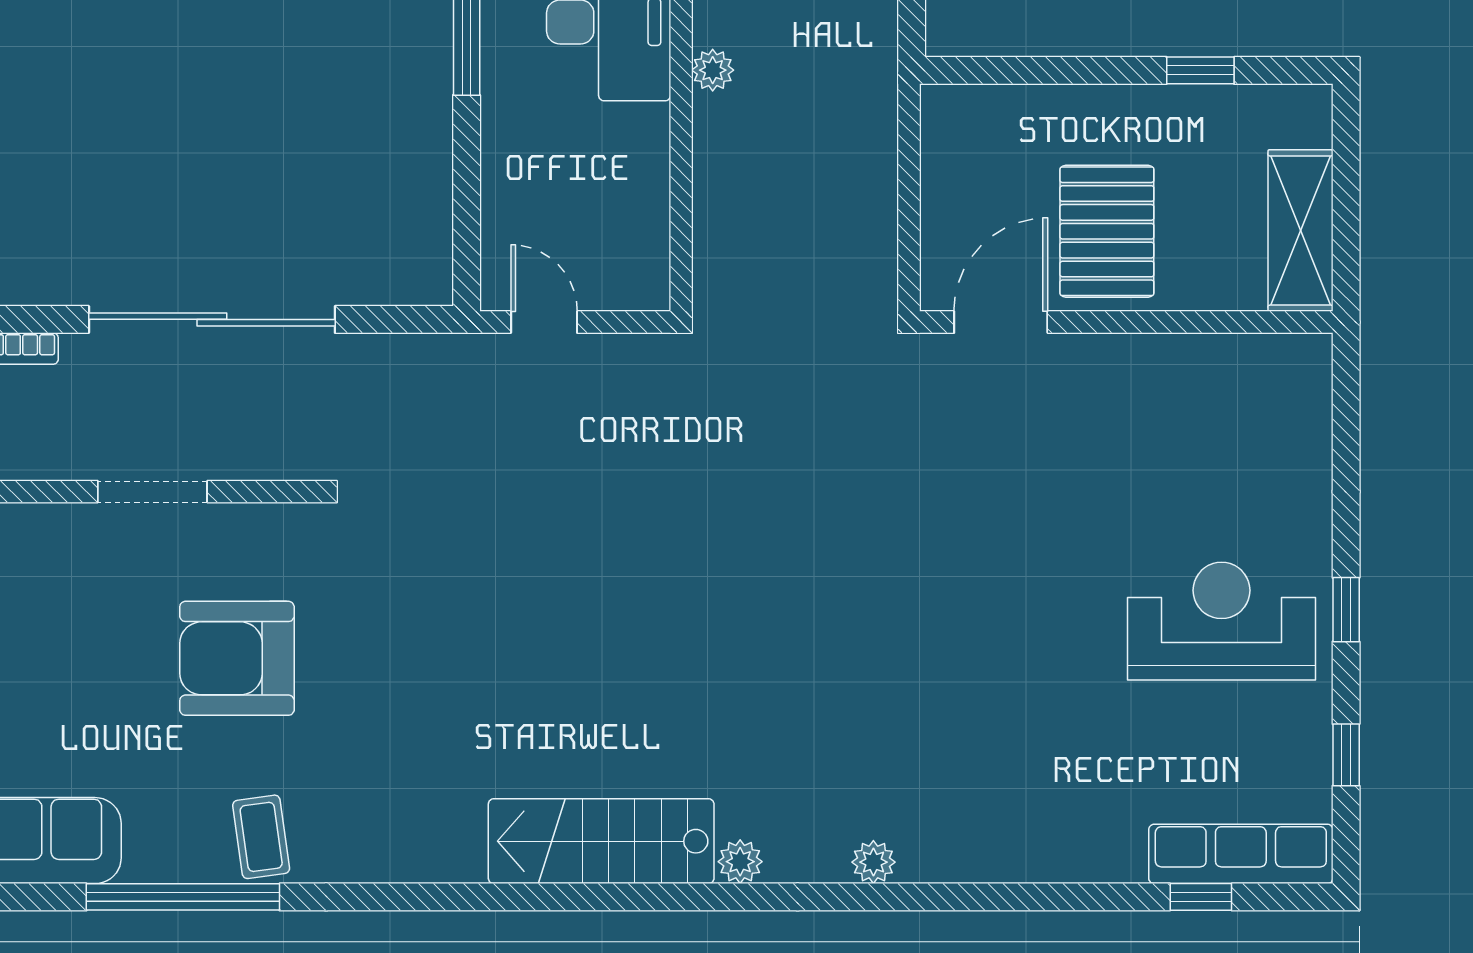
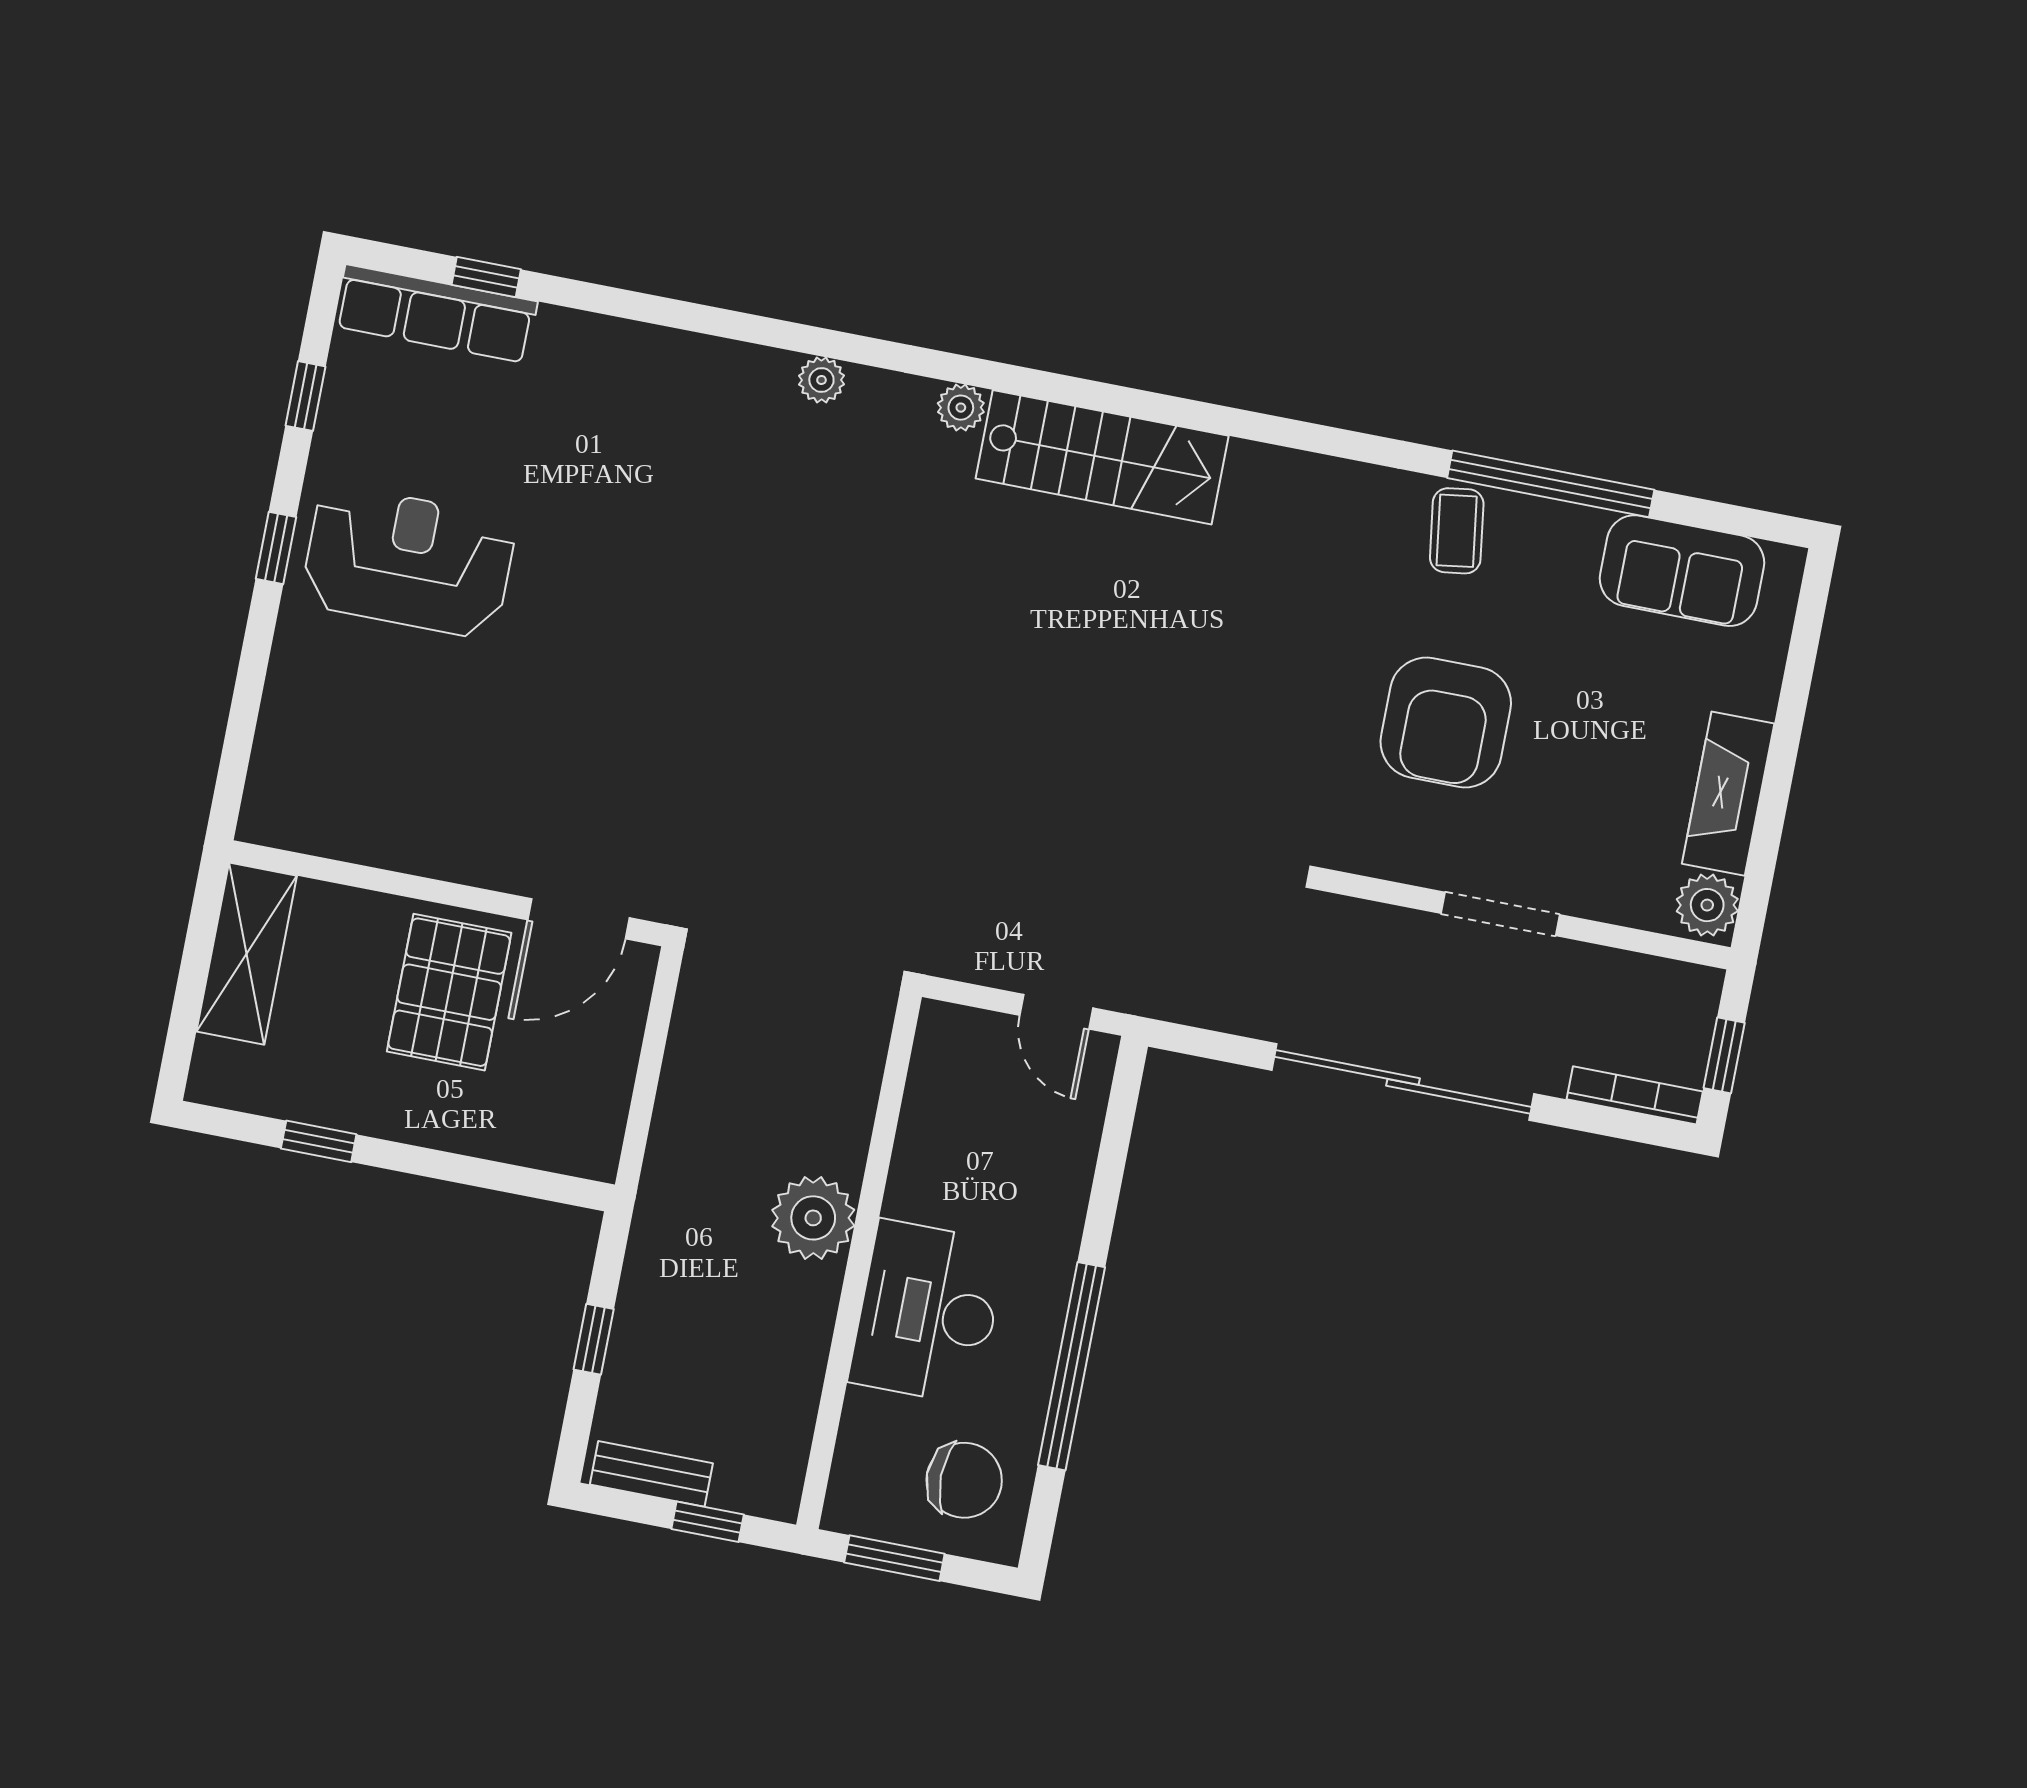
plant: (713, 70) -> (813, 1218), width x1.88, depth x1.88
reception desk: (1222, 621) -> (409, 561), turned 180
armchair: (237, 658) -> (1446, 722), turned 90

